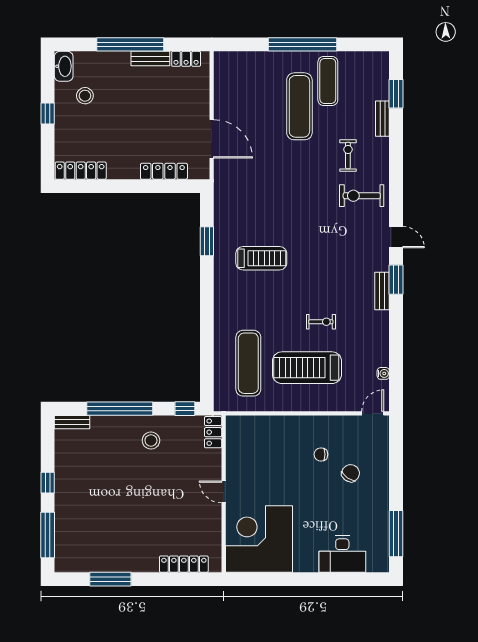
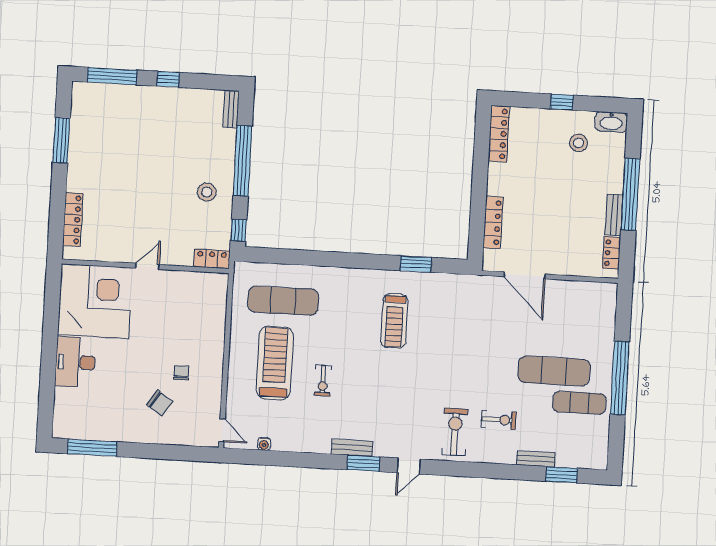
door: (212, 139) -> (525, 275), hinge flipped
desk: (342, 554) -> (75, 362), moved

